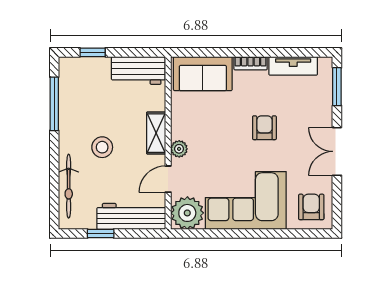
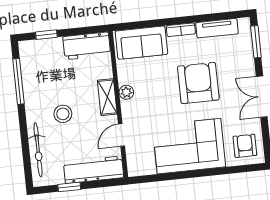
armchair: (264, 128) -> (198, 83), width x1.88, depth x1.88
plant: (179, 149) -> (126, 92), moved
plant: (187, 213) -> (141, 162), removed

